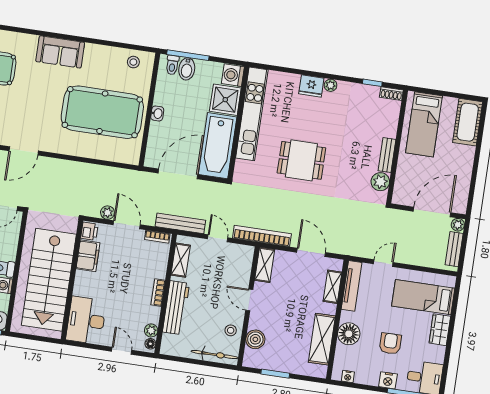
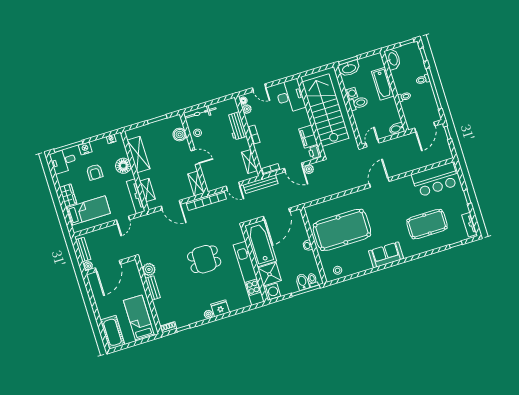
workbench: (176, 308) -> (237, 126), width x0.73

